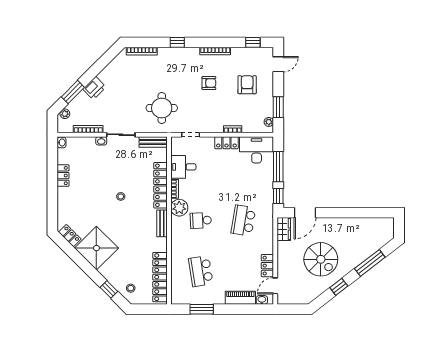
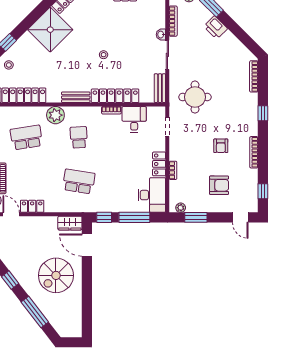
plant: (179, 208) -> (55, 115), moved
spiral stairs: (321, 259) -> (56, 275), moved

